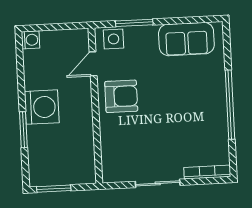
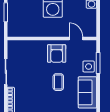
side table: (114, 39) -> (89, 66), moved
coffee table: (171, 91) -> (58, 82), added

